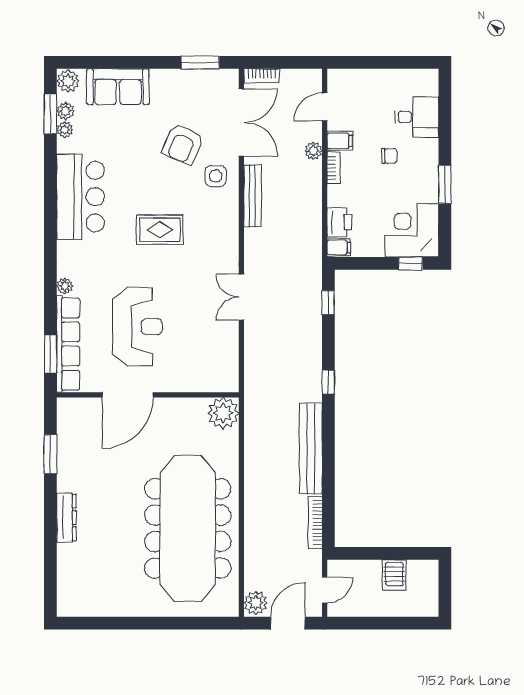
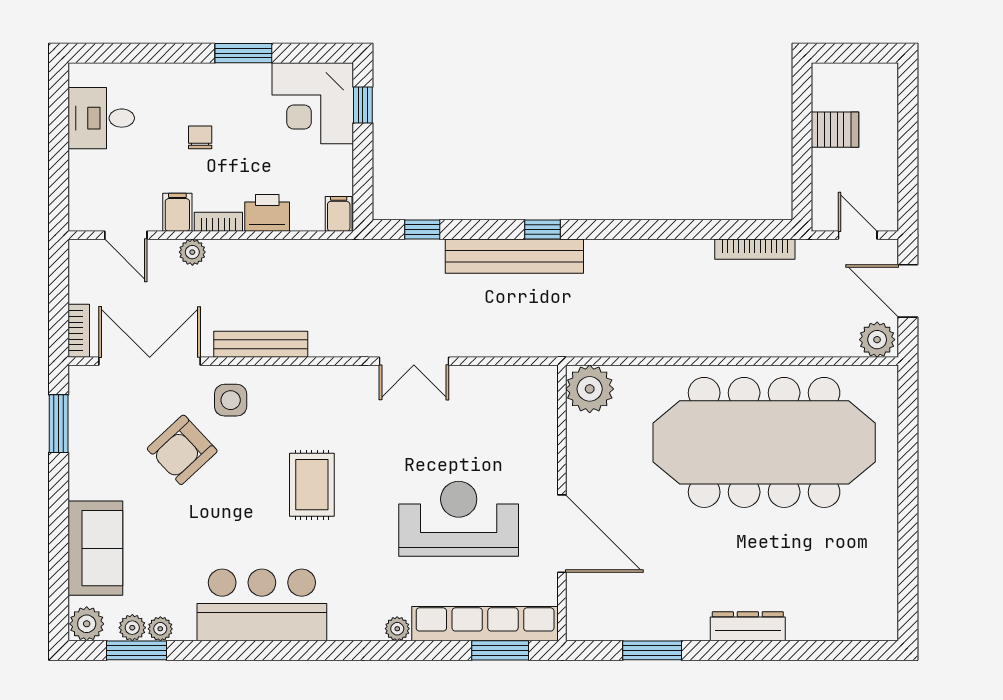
desk: (417, 117) -> (101, 118), moved, turned -90
armchair: (183, 144) -> (182, 450), turned 113
printer: (339, 222) -> (267, 213), moved
bench: (311, 449) -> (514, 256), moved

